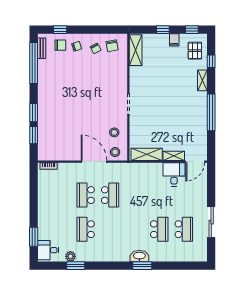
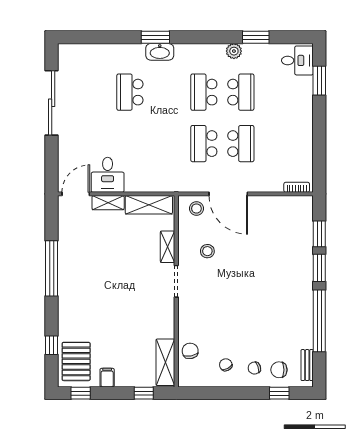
window: (163, 30) -> (144, 393), moved
chair: (112, 46) -> (190, 351), moved
pallet: (195, 51) -> (76, 361), width x1.50, depth x1.42
window: (34, 63) -> (319, 321), moved
shelving: (202, 80) -> (168, 247), moved
stool: (114, 132) -> (207, 251), moved
sliding door: (211, 222) -> (52, 103), width x1.36
school desk: (184, 229) -> (204, 92), moved
plant: (70, 256) -> (234, 51), moved

